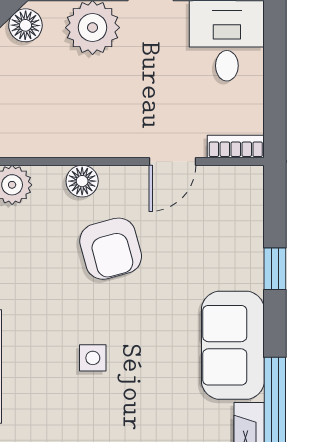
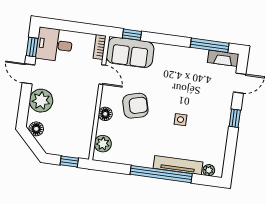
window: (275, 269) -> (132, 35), moved
sofa: (233, 345) -> (130, 52), moved

